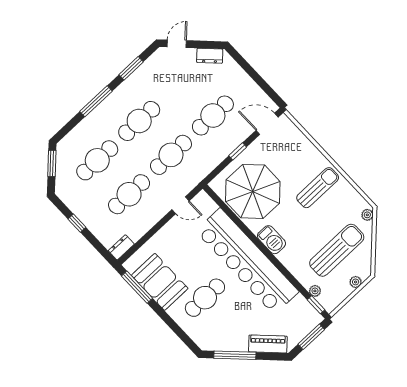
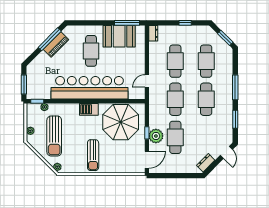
plant: (232, 138) -> (156, 136), added
piano: (268, 344) -> (56, 44), moved

